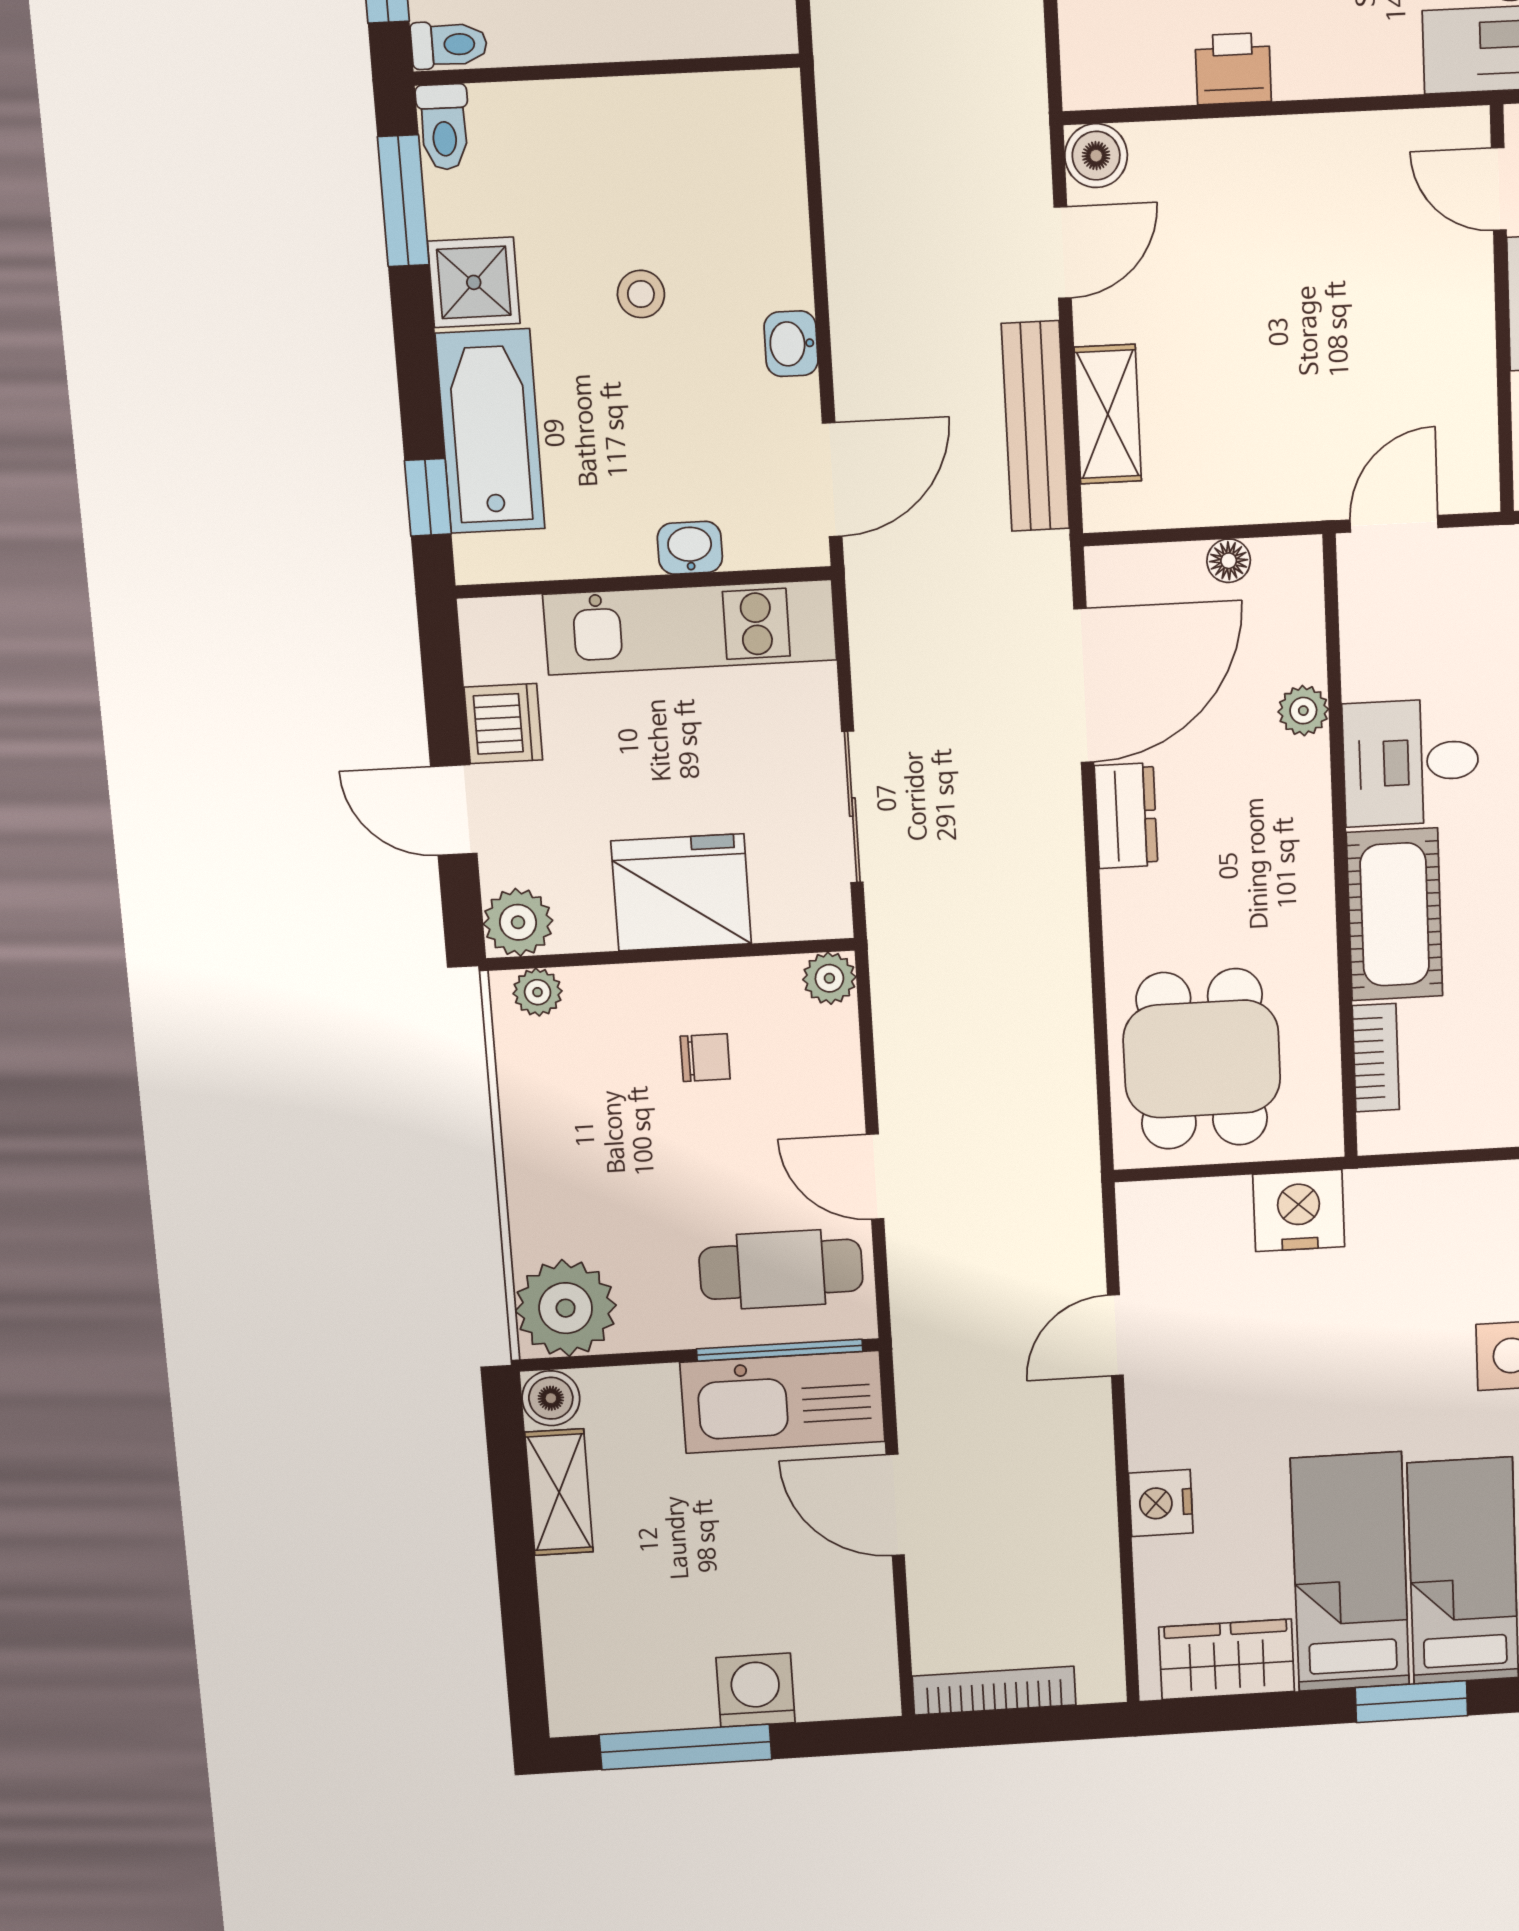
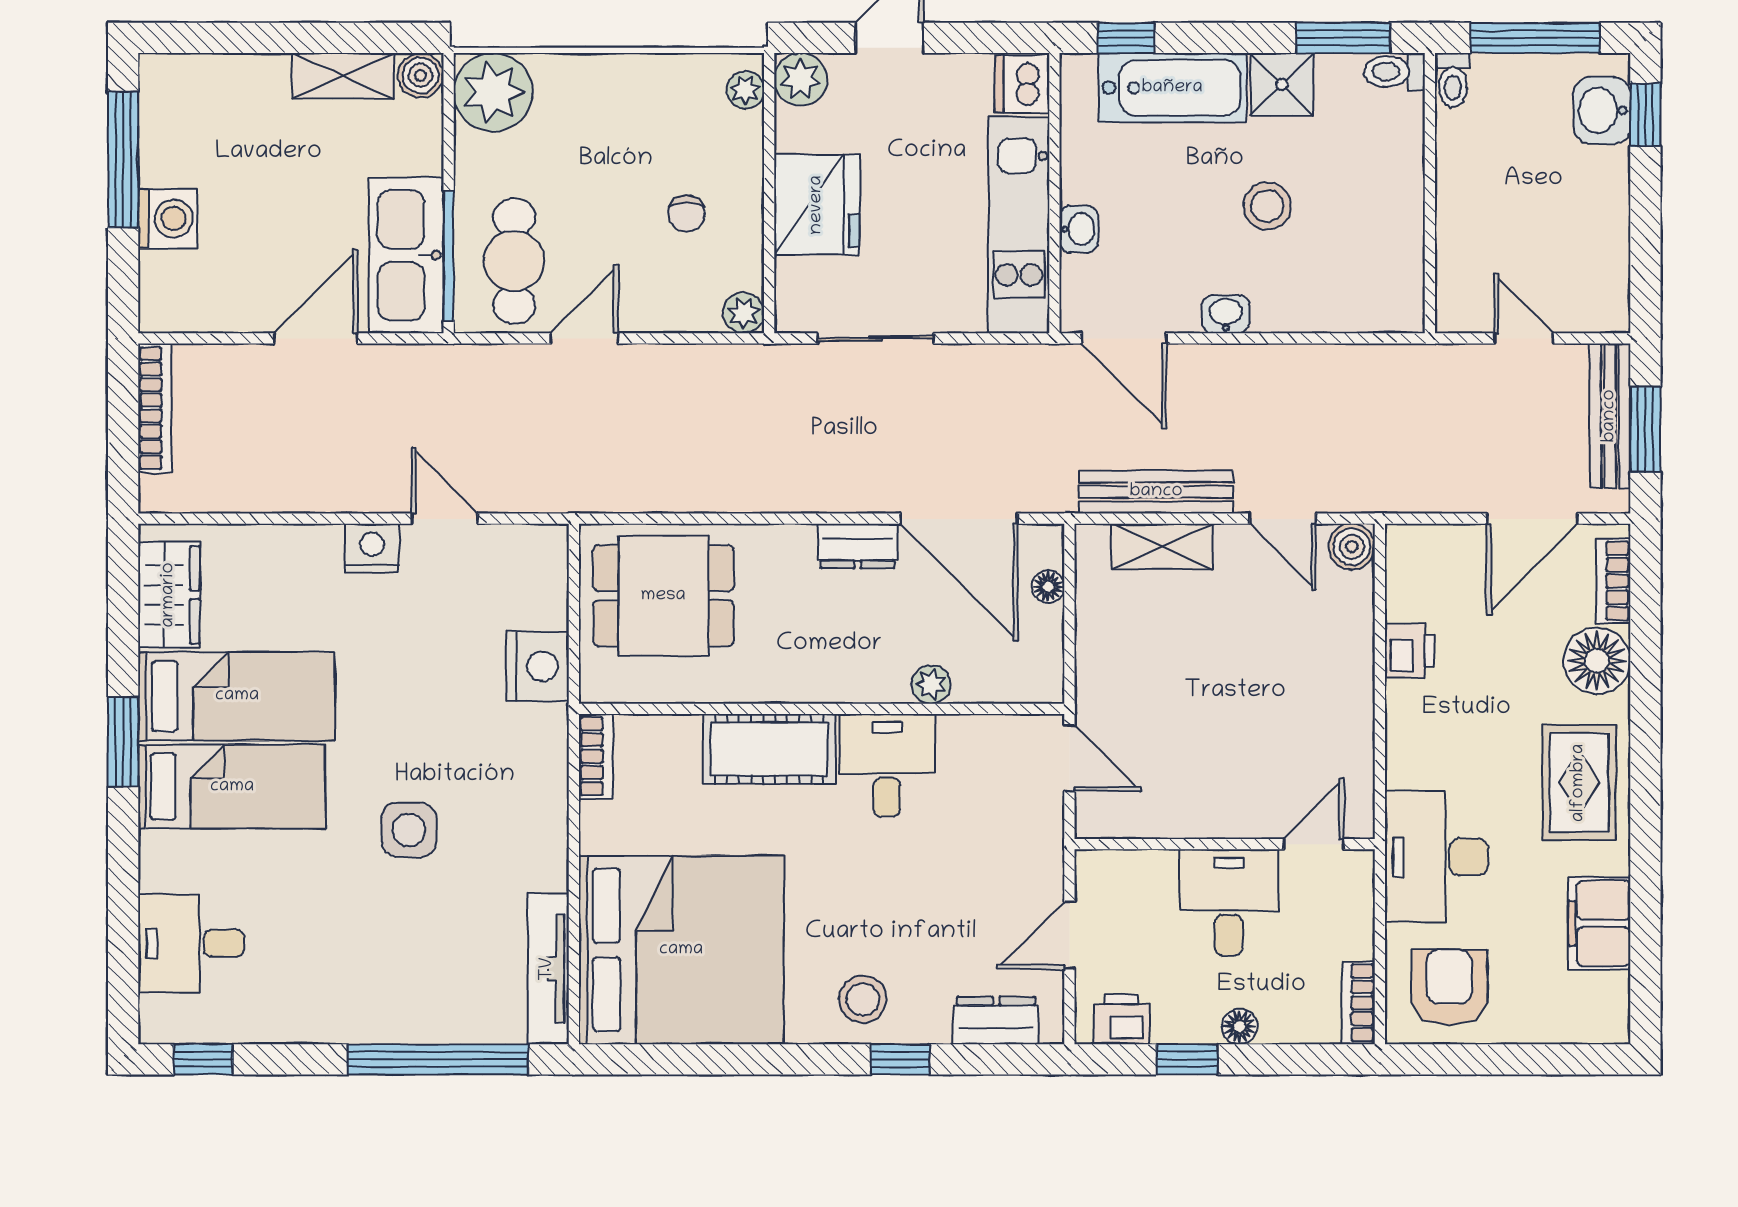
stool: (641, 294) -> (1267, 206), width x1.37, depth x1.37
floor lamp: (1229, 561) -> (1048, 587), moved
dishwasher: (503, 724) -> (1022, 84), moved, turned 90
bookcase: (1376, 1058) -> (596, 756), moved, turned -90
nightstand: (1161, 1503) -> (372, 548), moved

